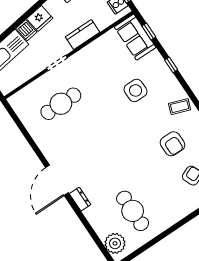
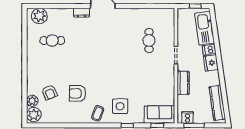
side table: (135, 90) -> (120, 106), moved
cafe table: (61, 104) -> (149, 40), width x0.73, depth x0.74
cafe table: (133, 211) -> (52, 40), width x0.73, depth x0.74

